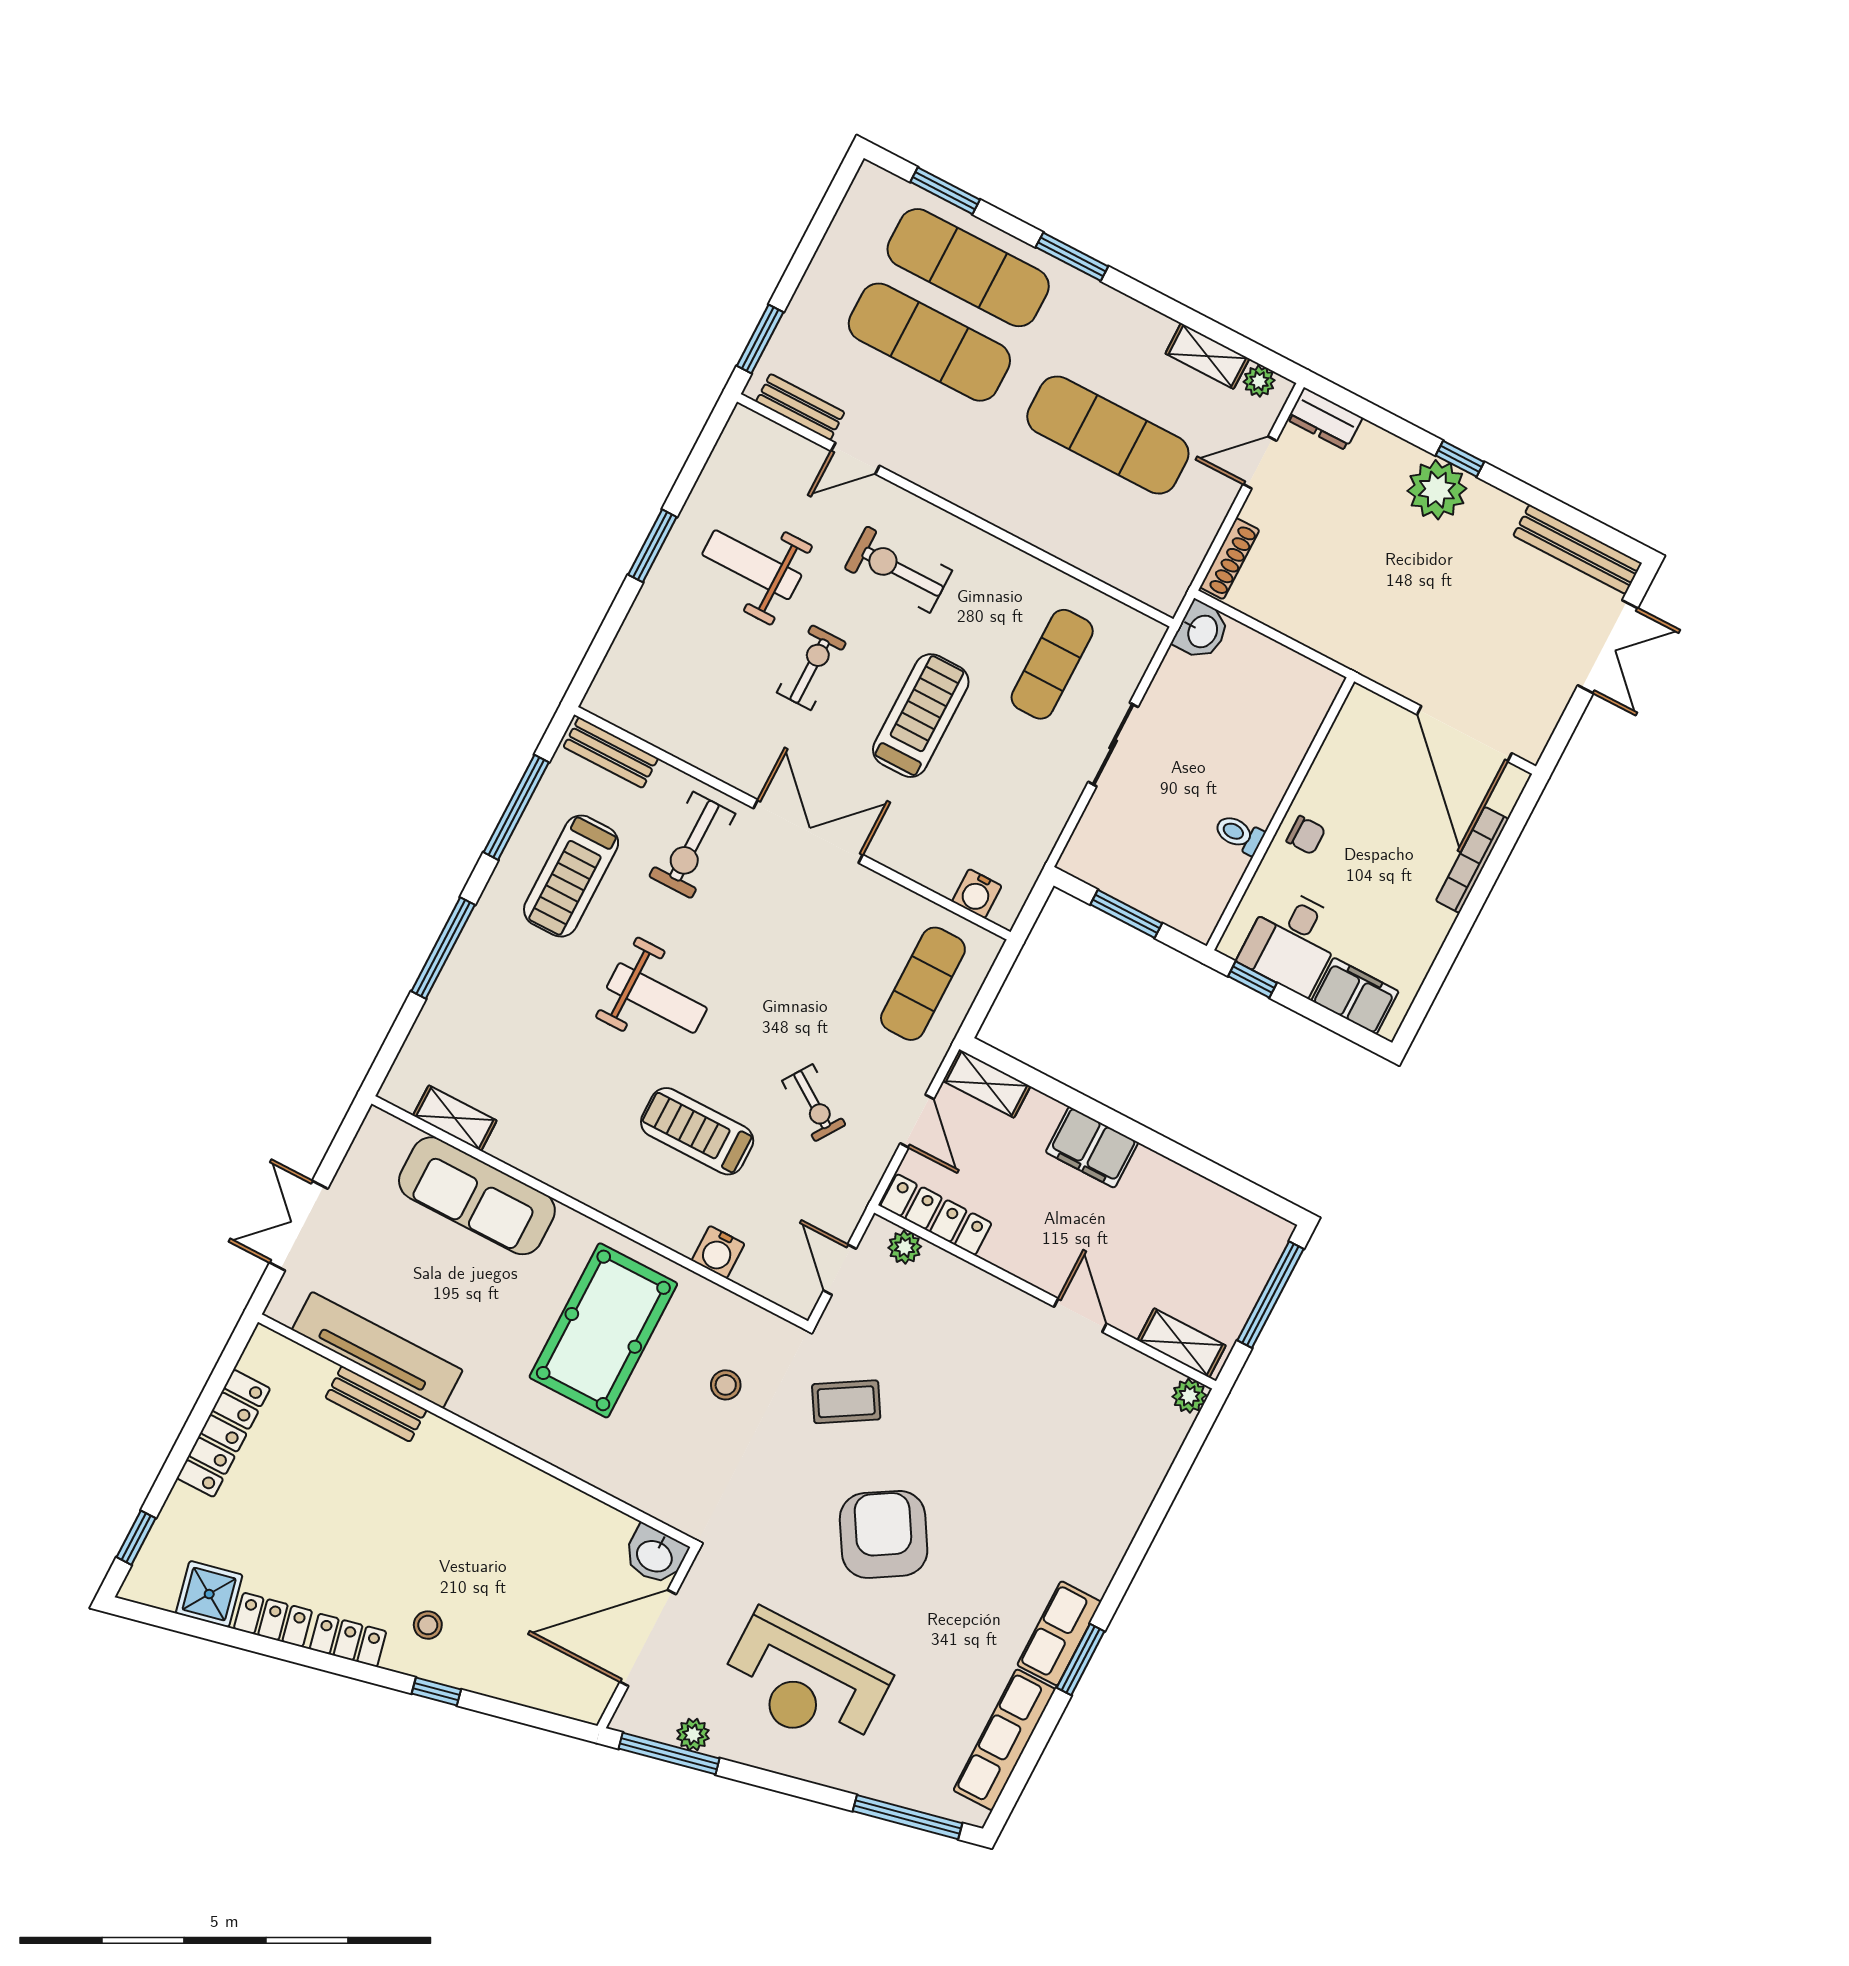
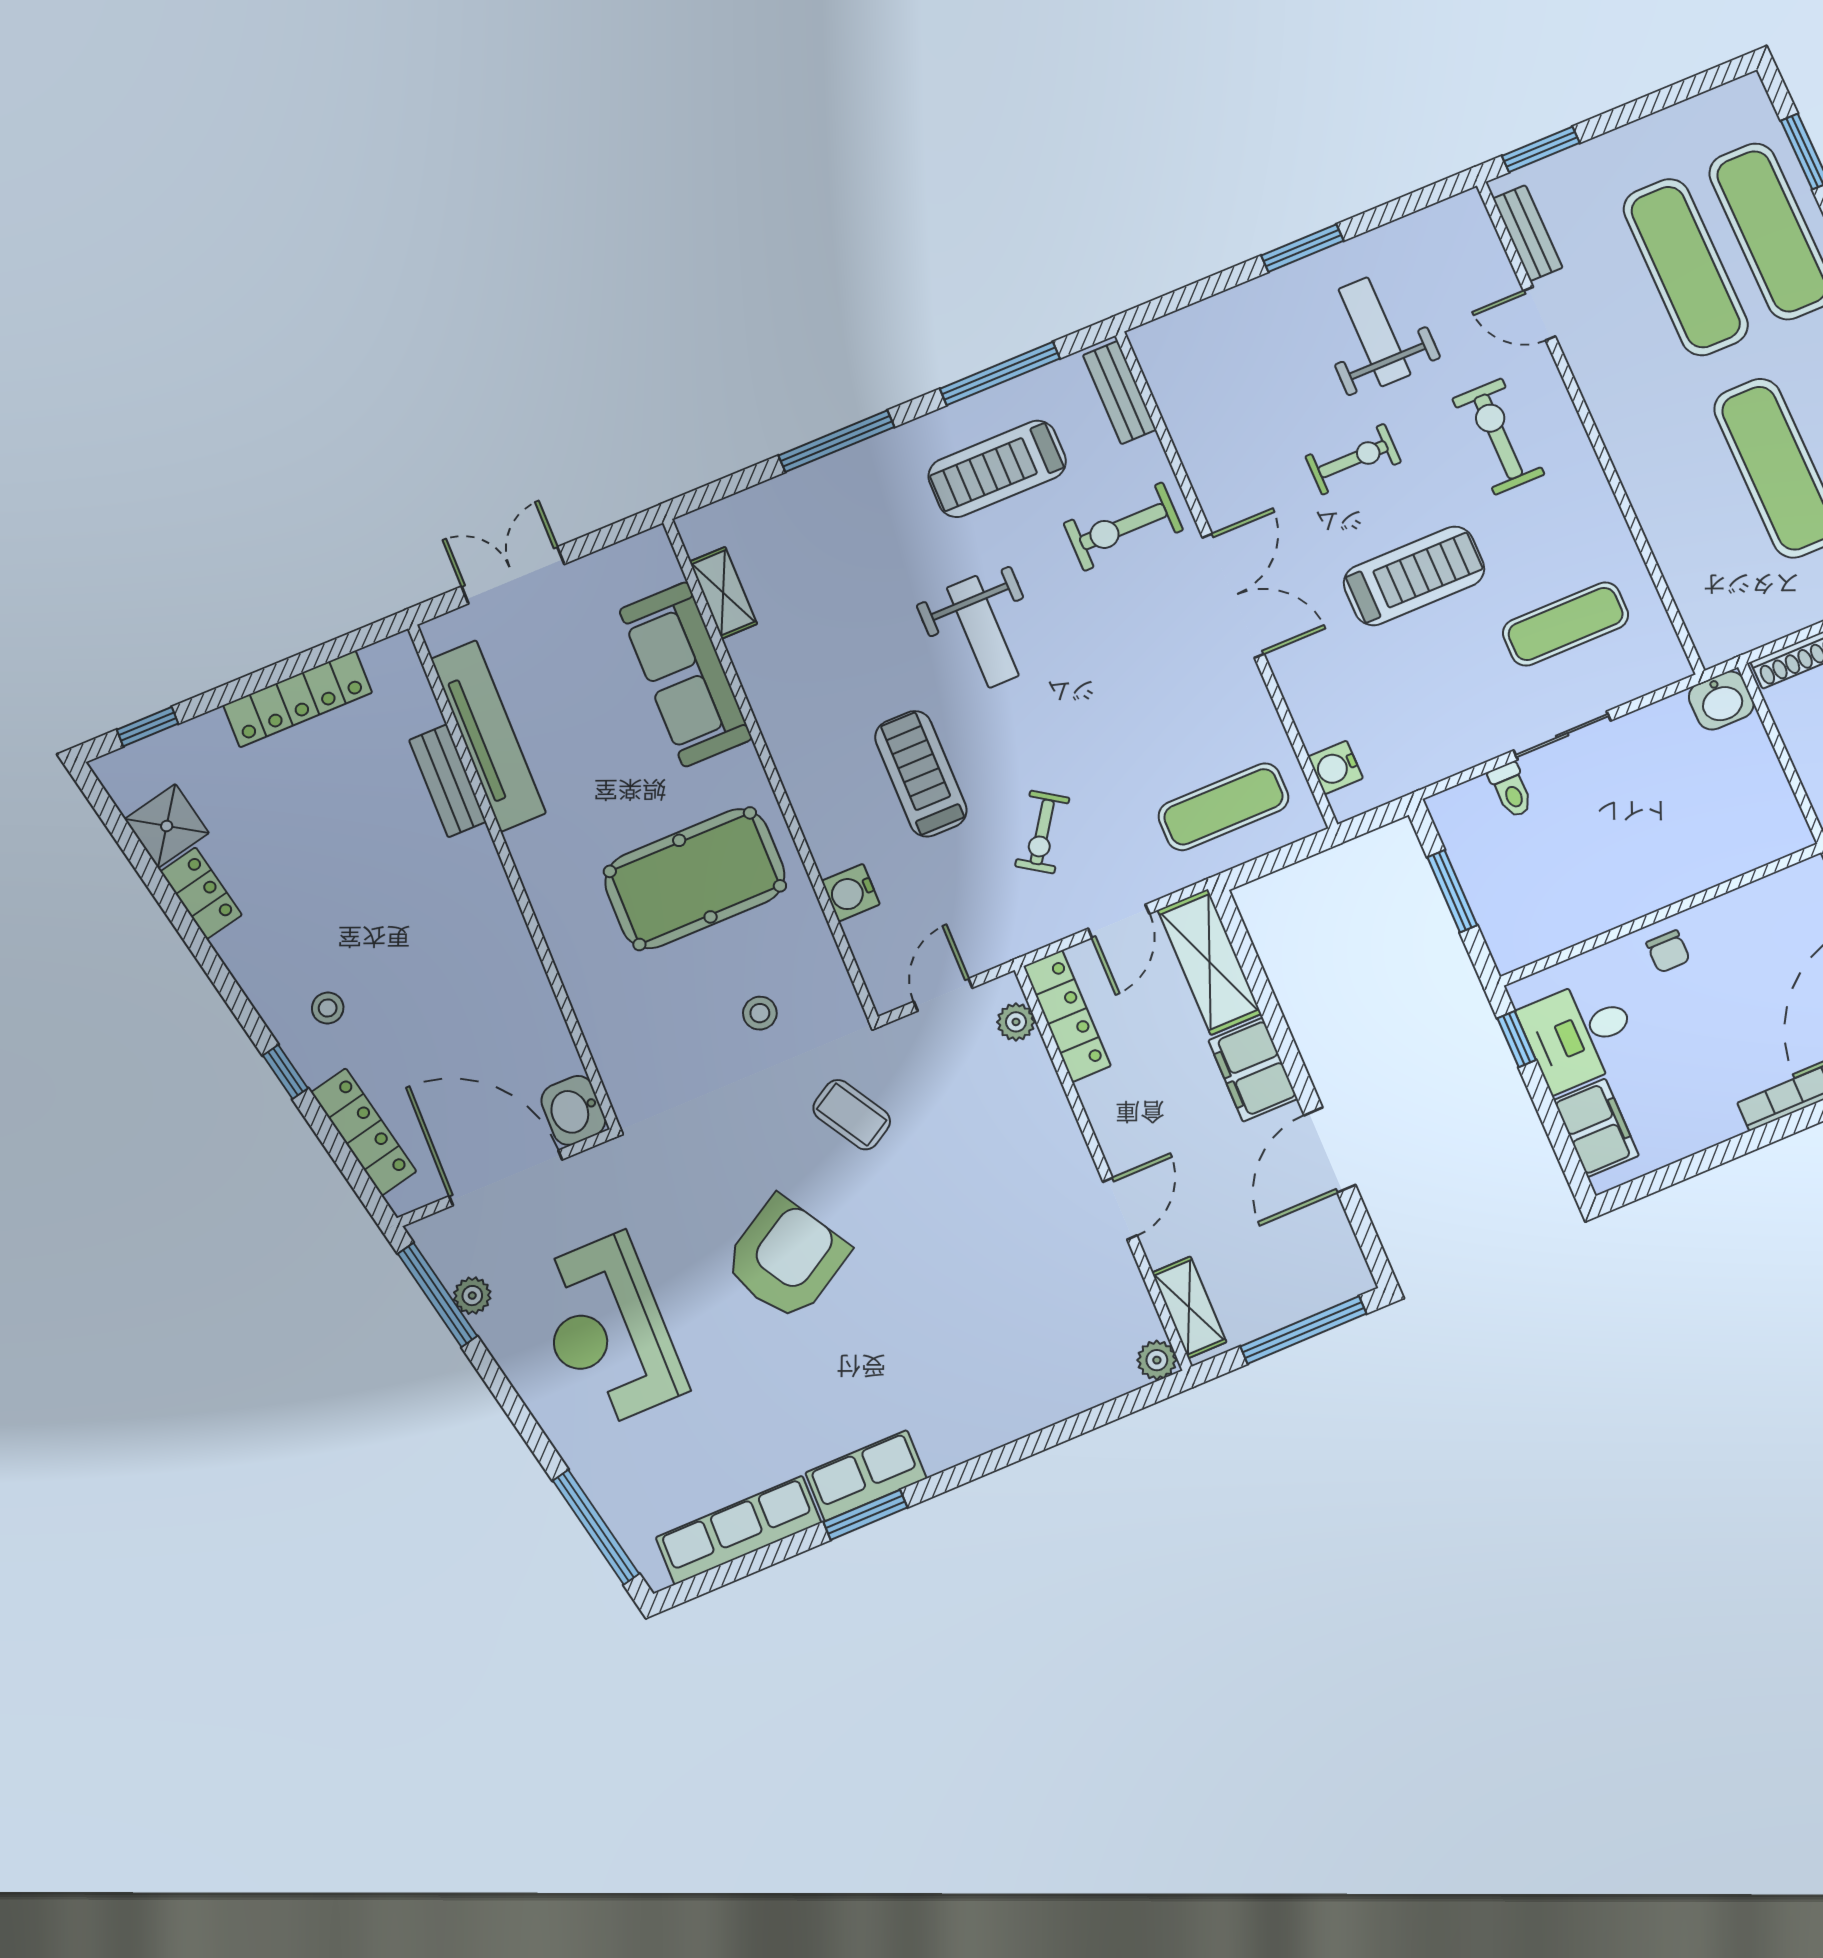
toilet: (1239, 834) -> (1511, 790), moved, turned 180
shelving: (987, 1083) -> (1209, 962), width x1.50, depth x1.33
door: (1189, 1159) -> (1330, 1150), added
locker: (348, 1640) -> (364, 1132), moved, width x1.53

